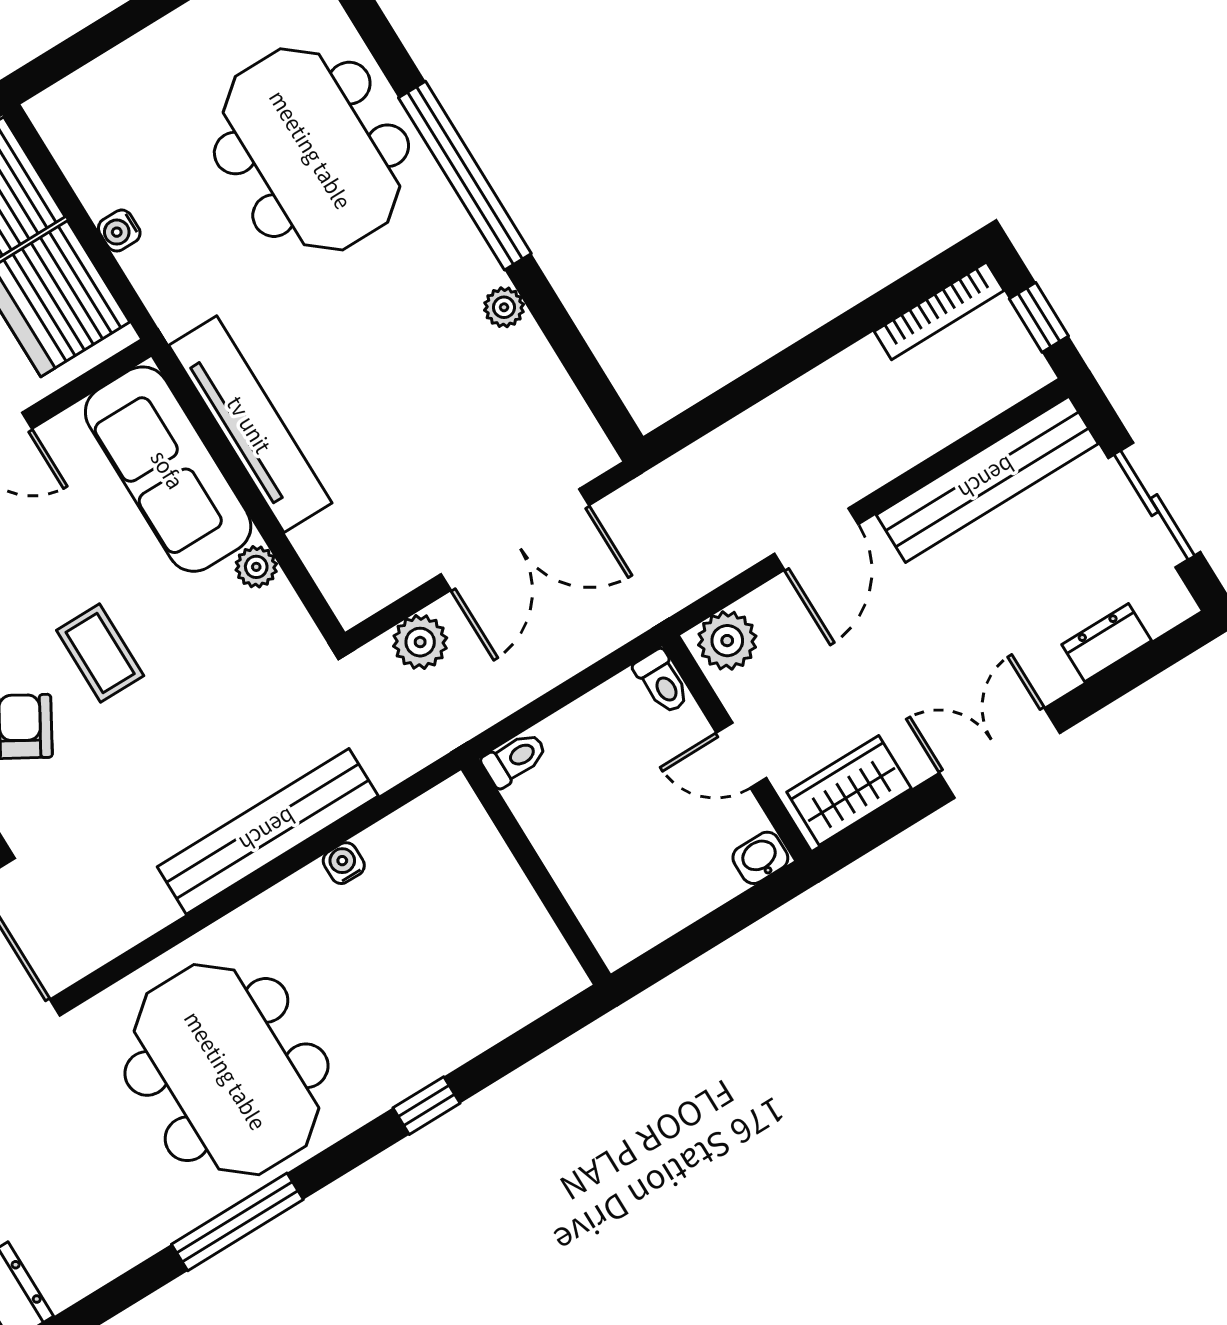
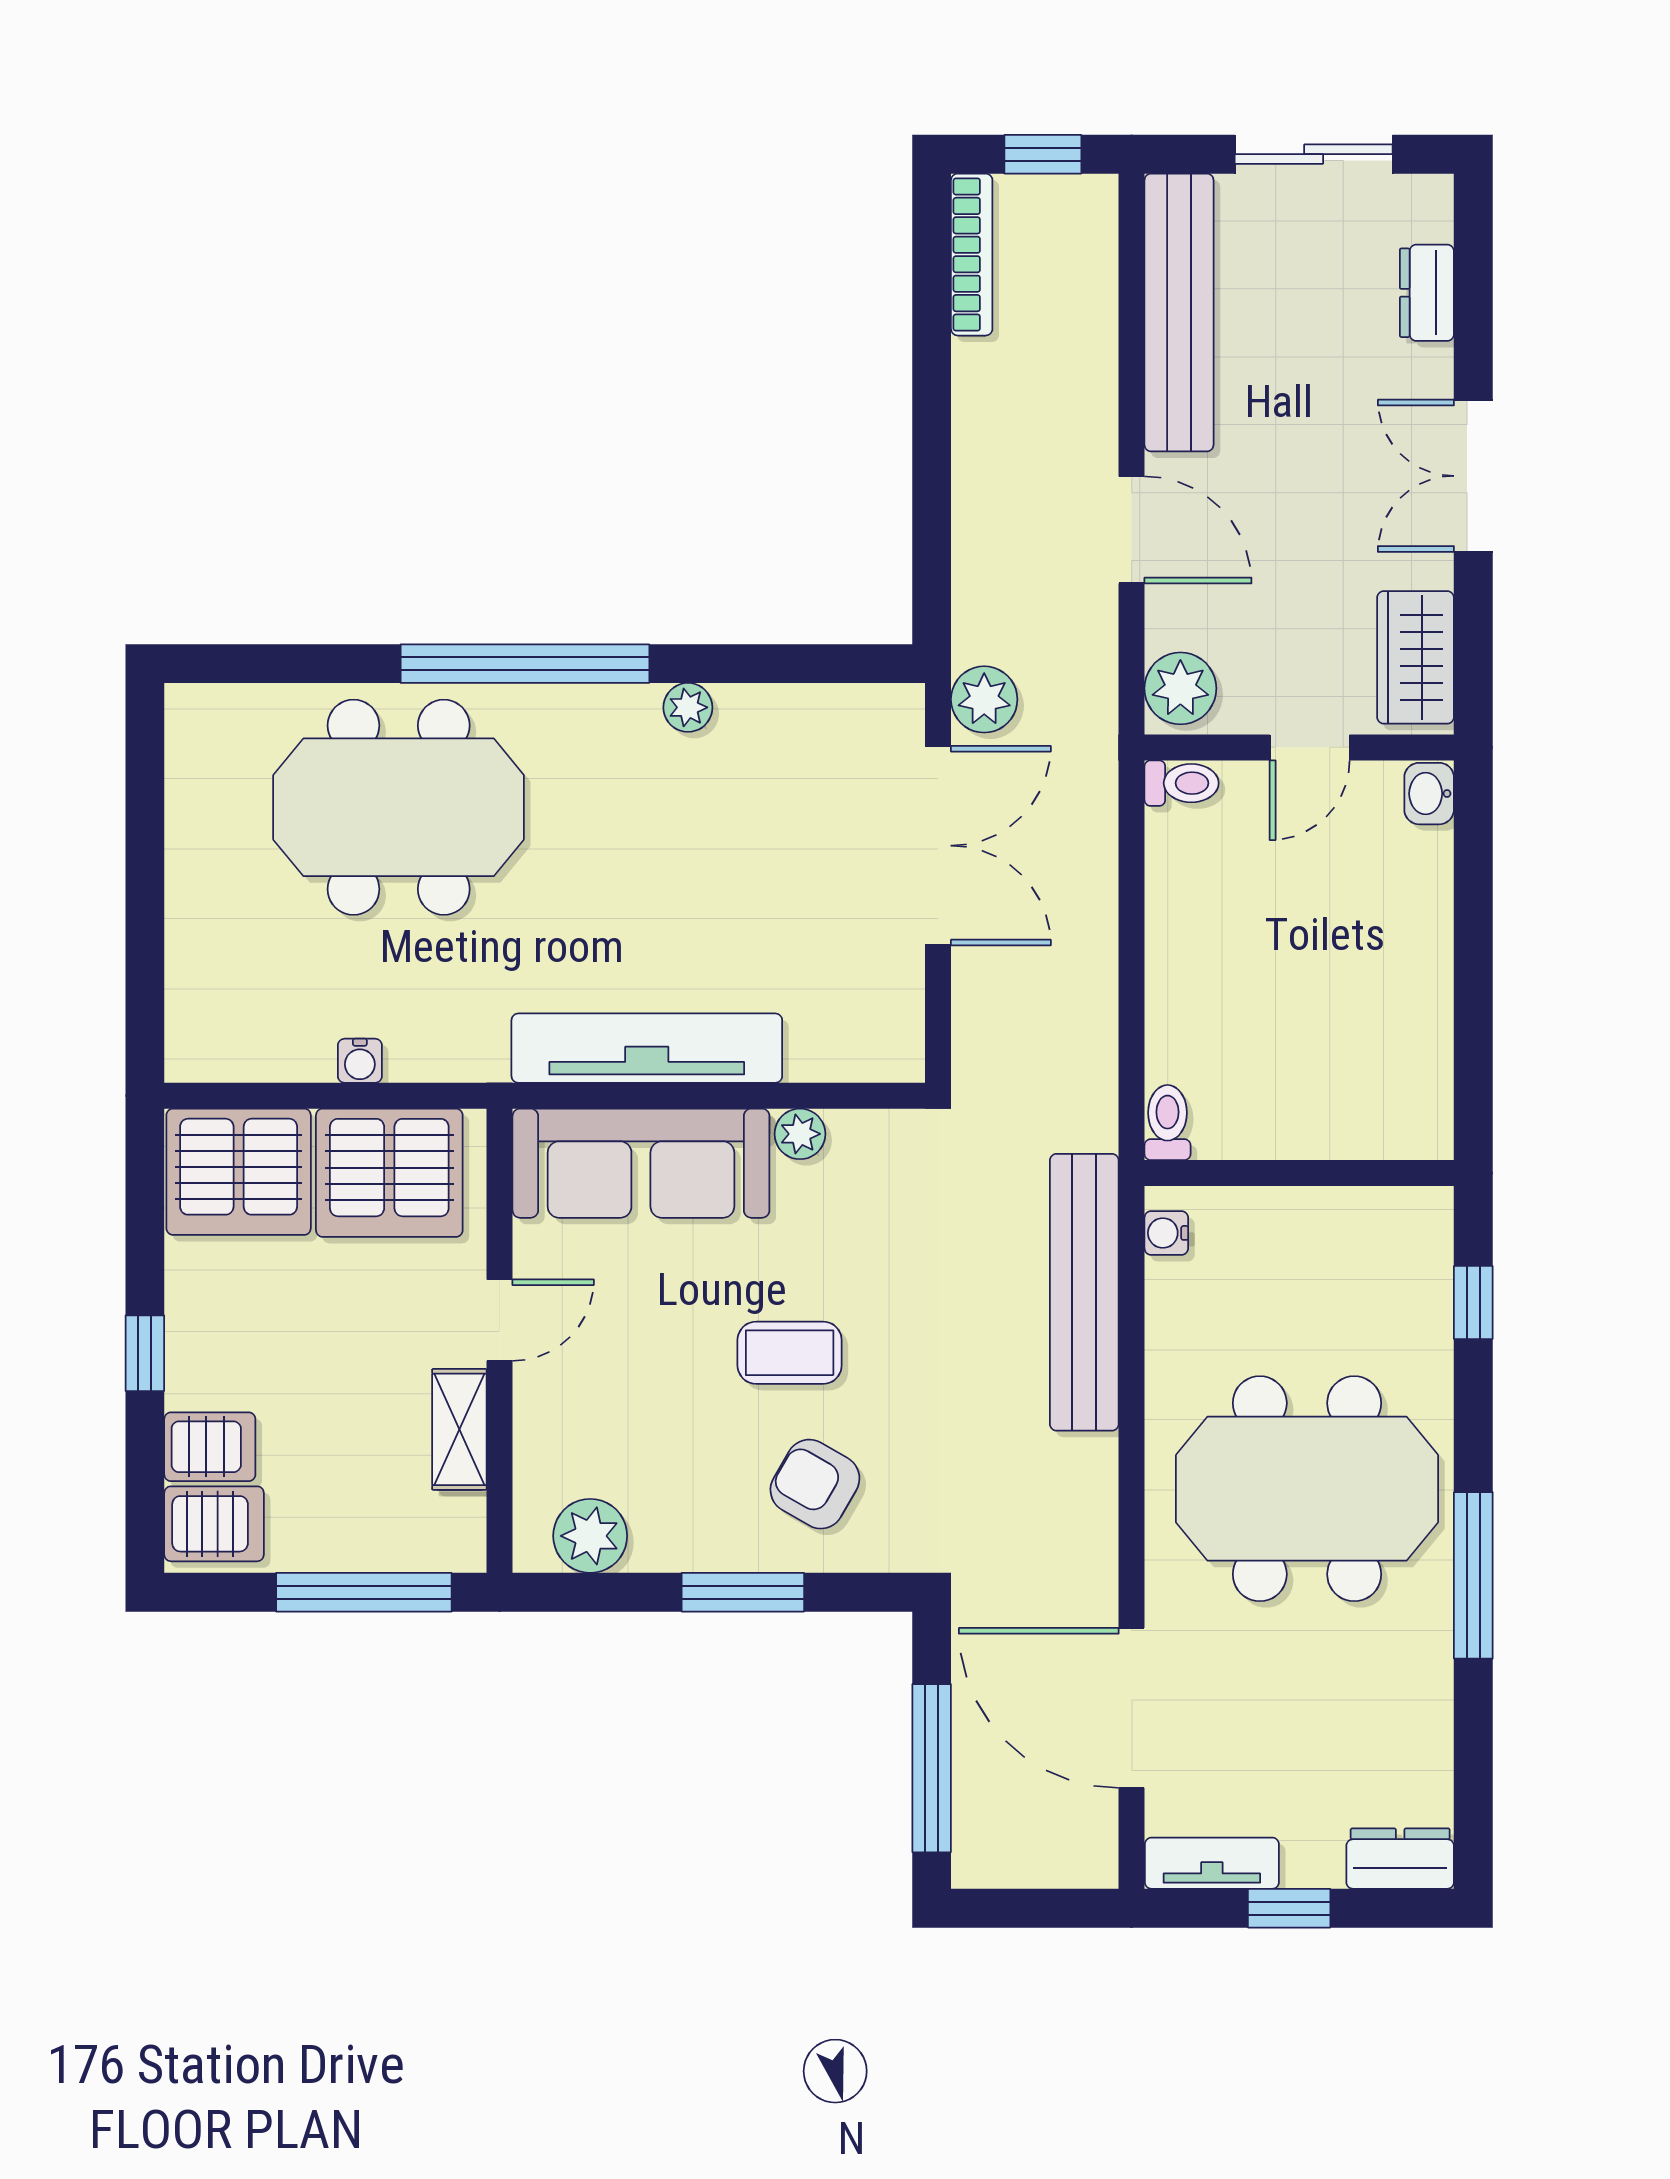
plant: (420, 642) -> (984, 699), moved
toilet: (515, 759) -> (1167, 1123), moved
wall: (536, 872) -> (1299, 1173), moved

